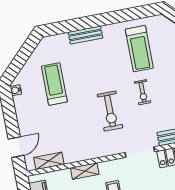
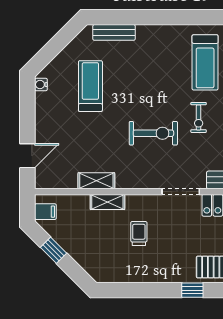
bench: (85, 35) -> (114, 32), moved
exercise bike: (110, 111) -> (153, 133), turned -90
shelving: (49, 161) -> (96, 181), moved

